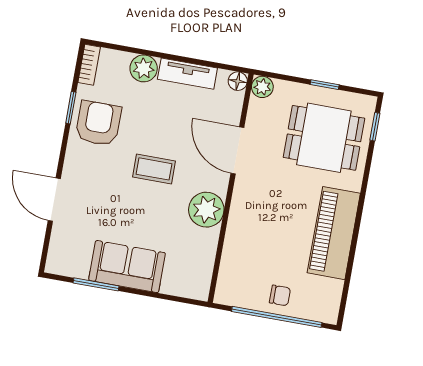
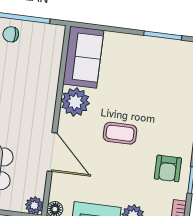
armchair: (98, 123) -> (168, 168), width x0.72, depth x0.72
sofa: (127, 267) -> (83, 57), moved, turned -90

